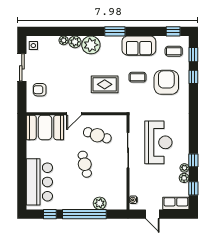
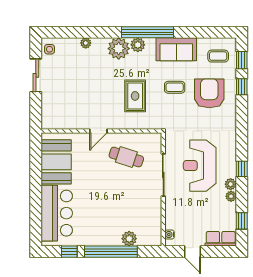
window: (115, 31) -> (147, 32), width x2.11
window: (173, 31) -> (217, 32), removed
plant: (75, 42) -> (138, 45), moved
rug: (105, 84) -> (135, 96), turned 90
armchair: (40, 90) -> (57, 102), removed
booth: (45, 127) -> (56, 162), moved, turned 90
reception desk: (158, 142) -> (200, 166), turned 180
window: (193, 160) -> (242, 169), moved
cafe table: (85, 164) -> (111, 192), removed
plant: (184, 178) -> (231, 184), moved

